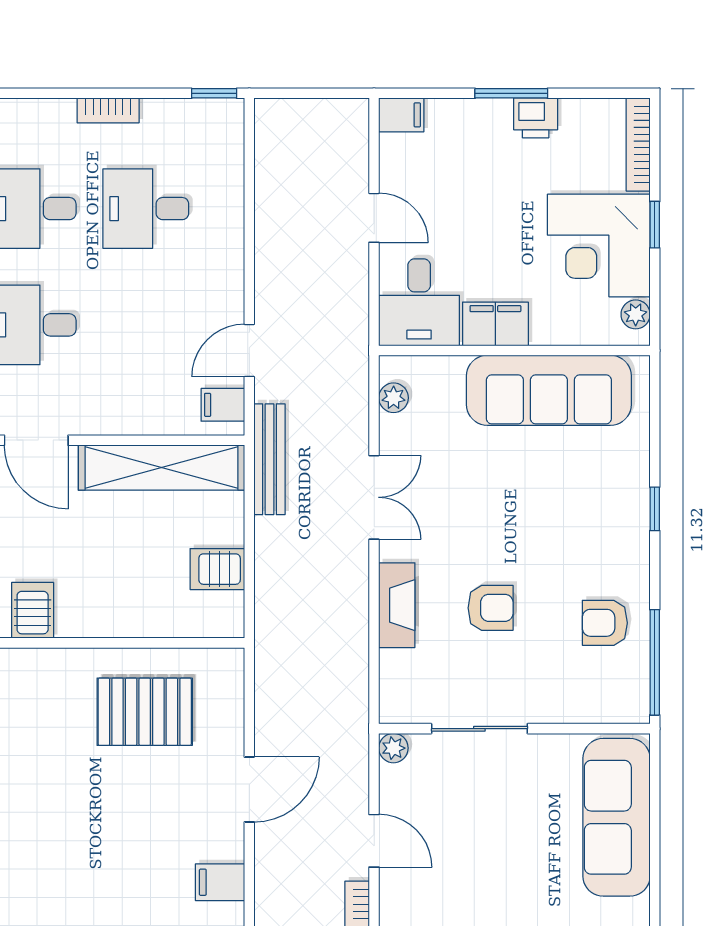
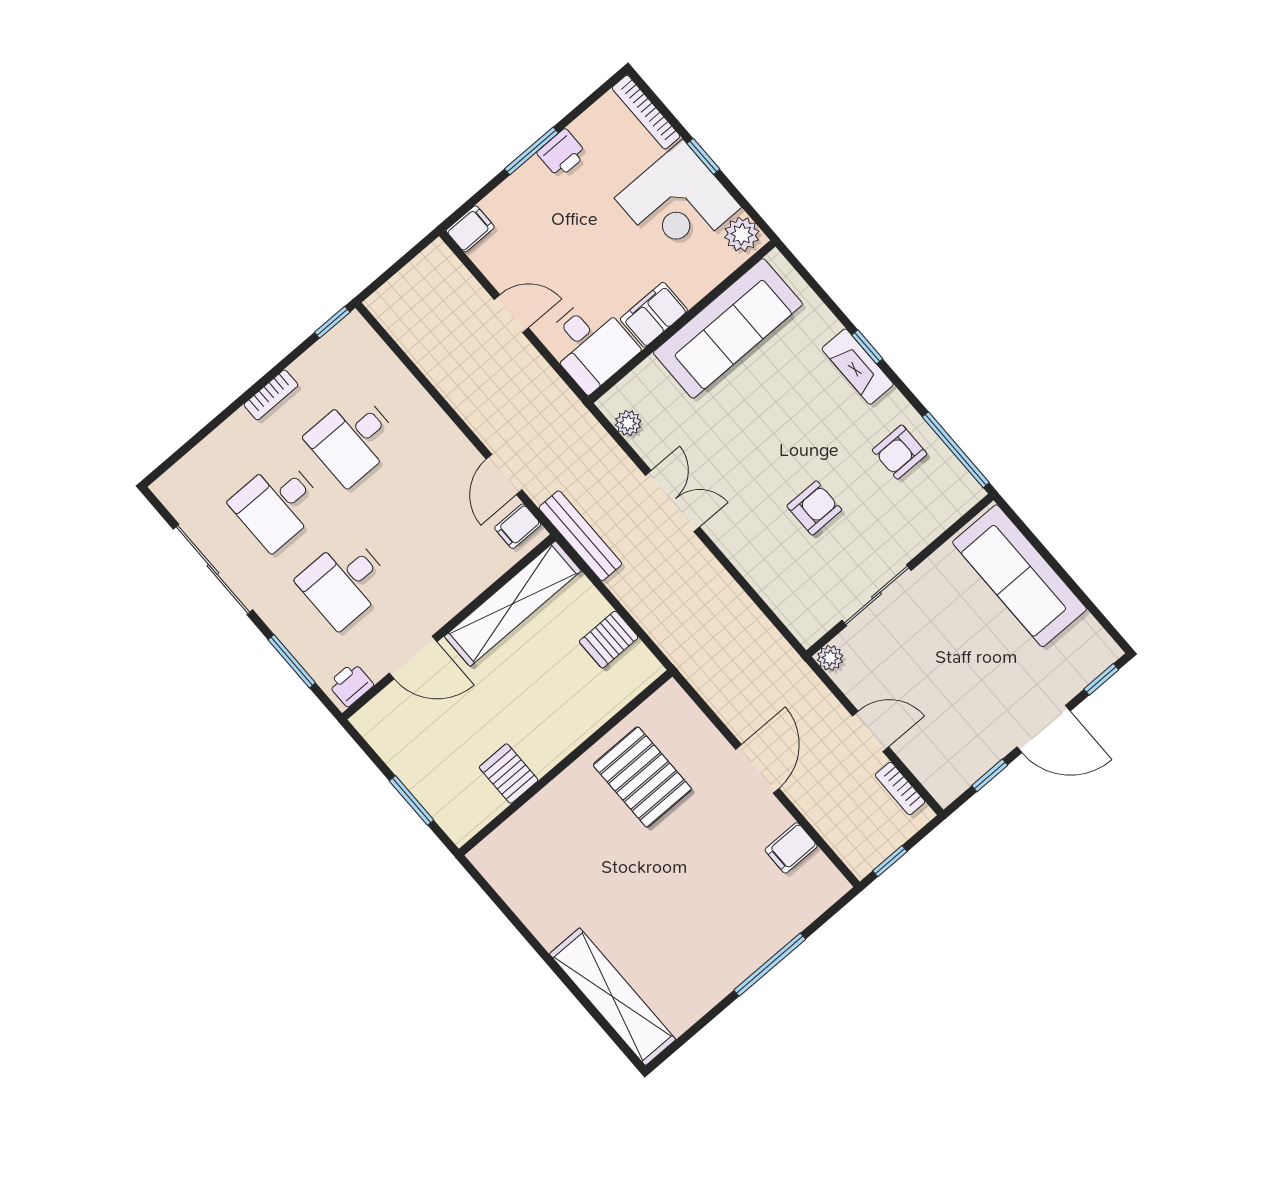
plant: (636, 314) -> (742, 234), width x1.38, depth x1.38
fireplace: (397, 605) -> (858, 367), moved, turned 180
pallet: (145, 712) -> (642, 777), turned 90

